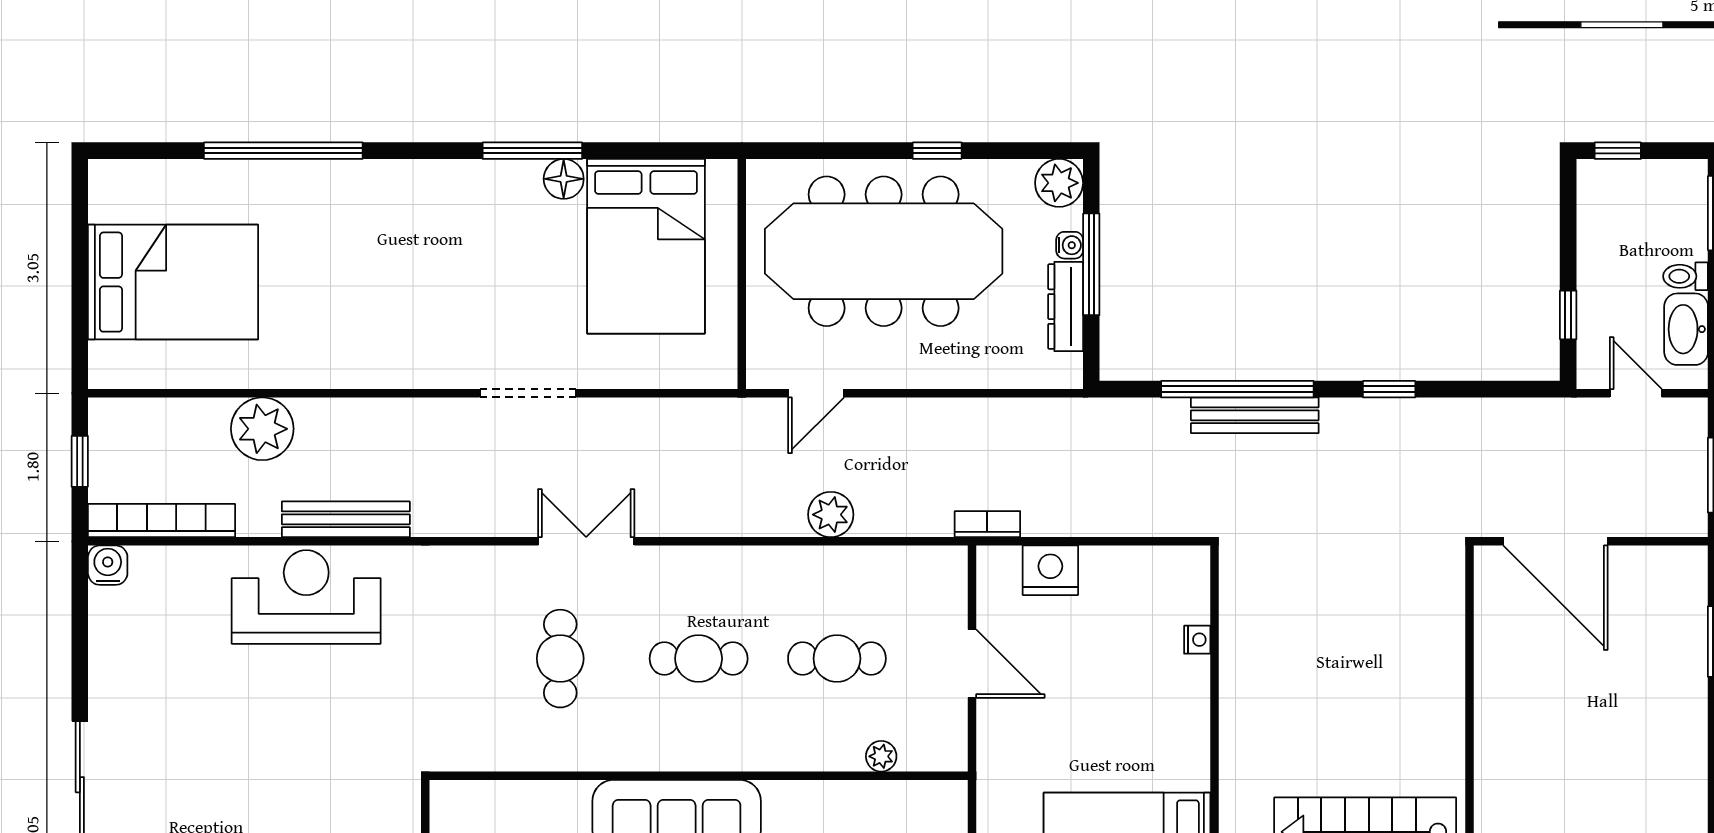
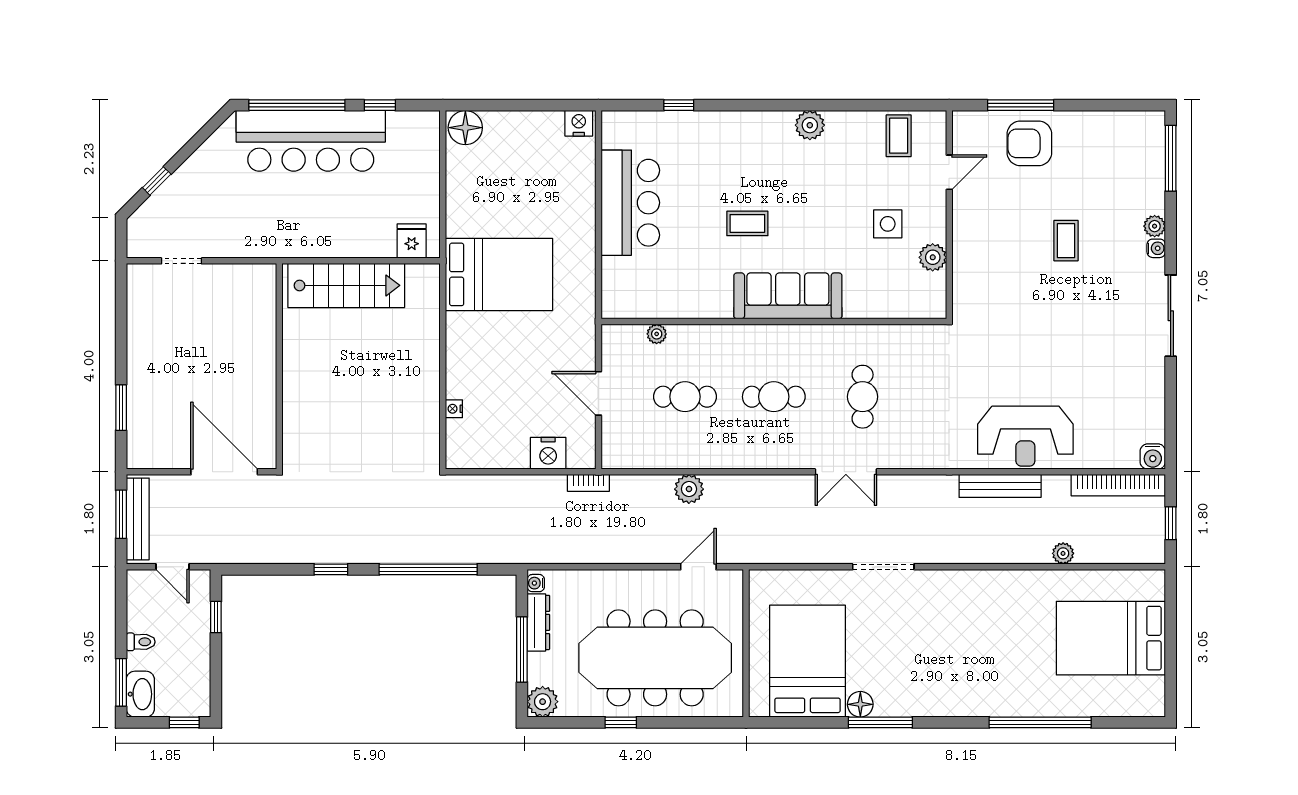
water cooler: (1070, 245) -> (536, 583), moved
washbasin: (1686, 329) -> (140, 694), moved
bench: (1255, 415) -> (138, 519), moved, turned 90
plant: (262, 429) -> (1063, 553), width x0.53, depth x0.53

